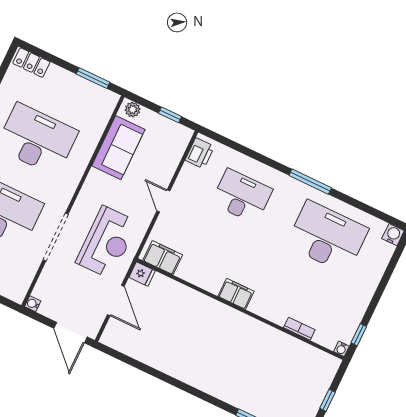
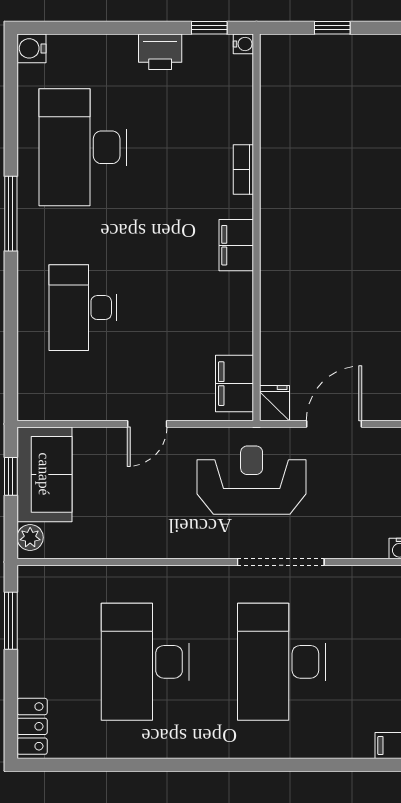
sofa: (118, 148) -> (44, 474), moved, turned 90
printer: (200, 153) -> (160, 52), moved, turned 180
bookcase: (299, 329) -> (243, 170), moved

